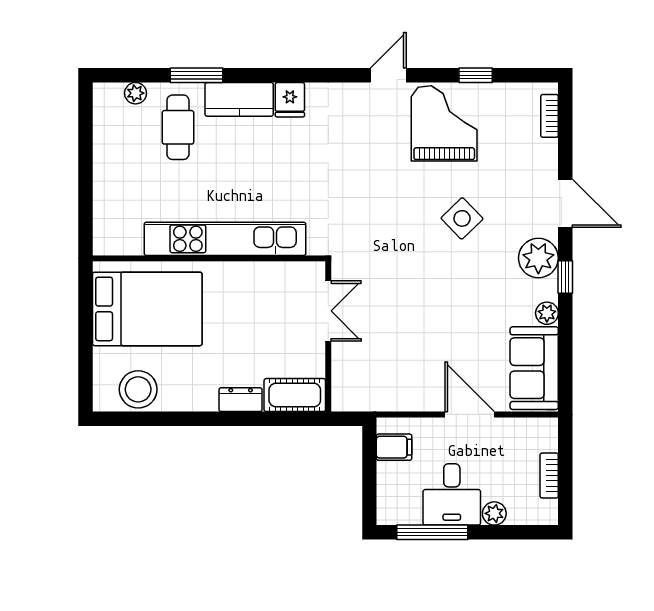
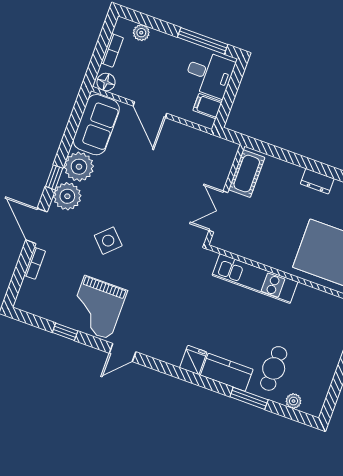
bookcase: (550, 116) -> (35, 263), moved
kitchen unit: (225, 239) -> (255, 279), width x0.73
plant: (547, 313) -> (79, 167), width x1.88, depth x1.88
cot: (295, 395) -> (247, 174), moved, turned 90
dresser: (241, 400) -> (317, 181), moved
floor lamp: (542, 430) -> (106, 82), added
desk: (452, 494) -> (209, 74), moved, turned 90
plant: (494, 513) -> (141, 33), moved

